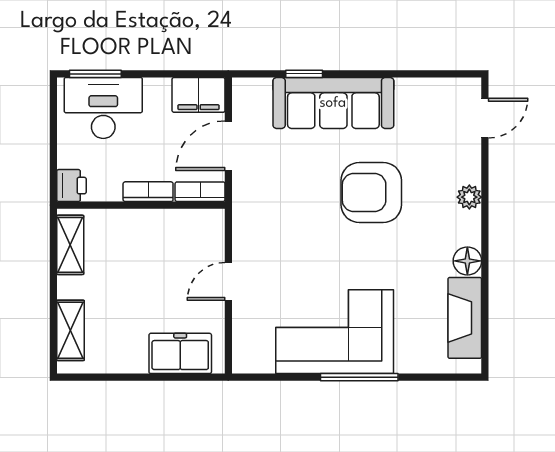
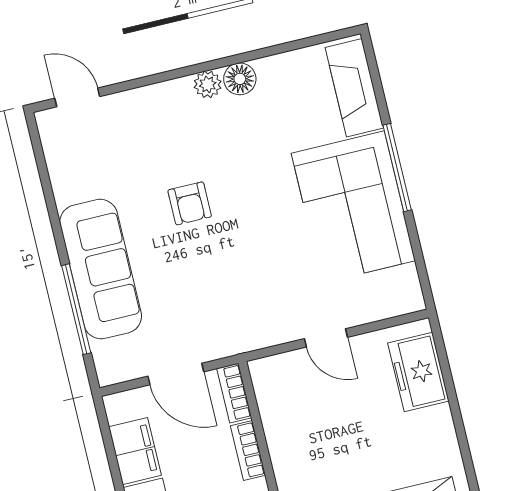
window: (304, 74) -> (76, 309), width x2.17
filing cabinet: (199, 95) -> (135, 451), moved
armchair: (371, 192) -> (190, 203), width x0.53, depth x0.53
plant: (469, 197) -> (208, 84), moved
fireplace: (465, 318) -> (354, 88), moved, turned 90

